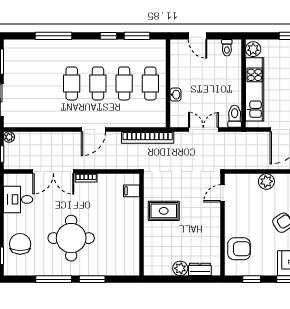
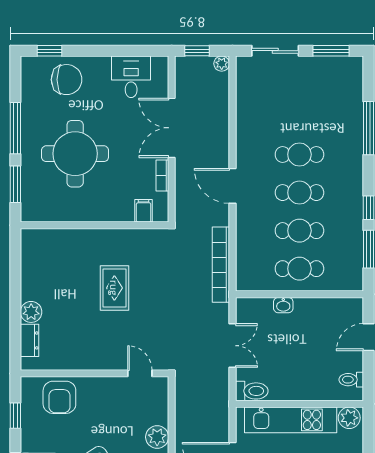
filing cabinet: (131, 191) -> (144, 211), moved
wall: (141, 225) -> (94, 225), moved

